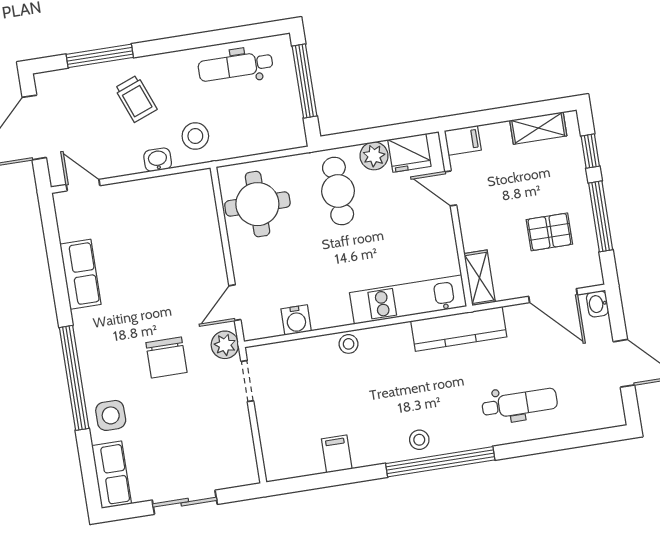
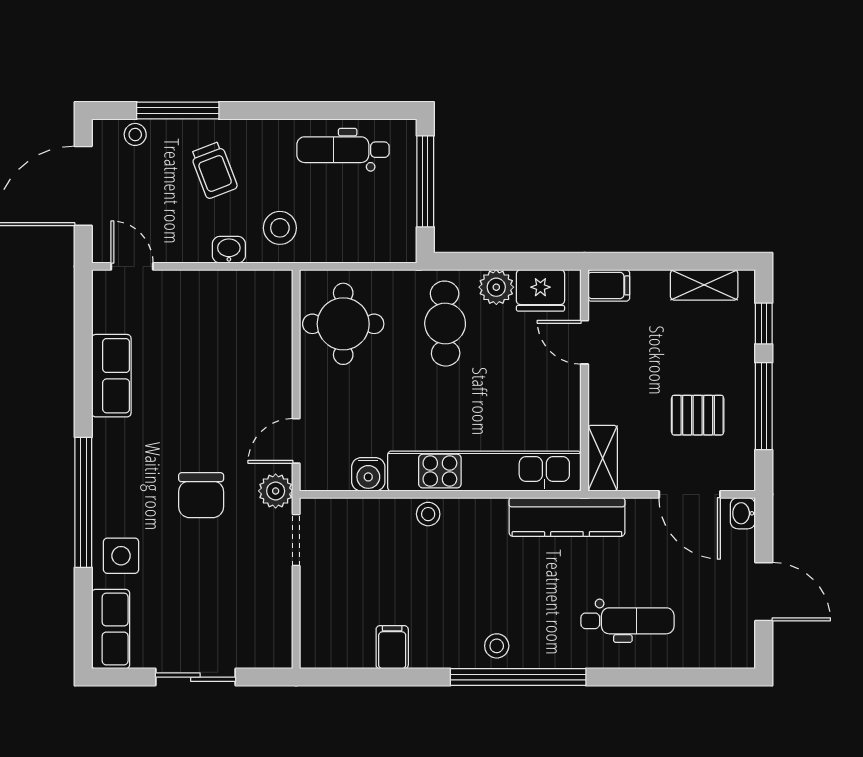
stool: (69, 80) -> (135, 134), added
kitchen unit: (408, 300) -> (484, 471), width x1.36

